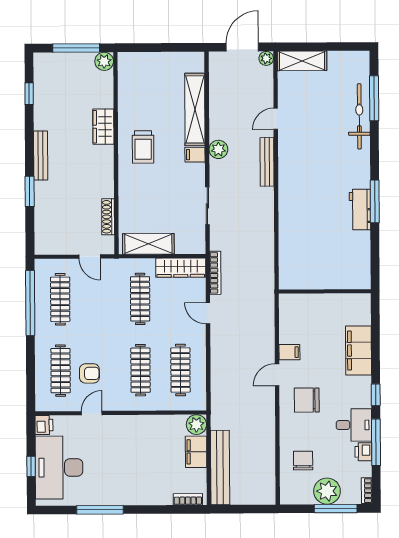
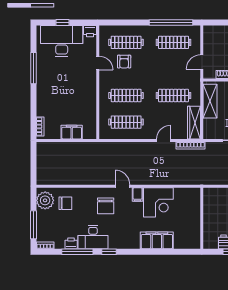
wall: (325, 291) -> (202, 218), moved
corner desk: (301, 321) -> (158, 202), added
filing cabinet: (358, 350) -> (157, 240), moved
chair: (307, 400) -> (106, 206), turned 180
plant: (196, 425) -> (90, 132), removed
desk: (354, 425) -> (93, 237), width x1.37
bench: (220, 468) -> (61, 148), removed
plant: (327, 491) -> (45, 200), moved

